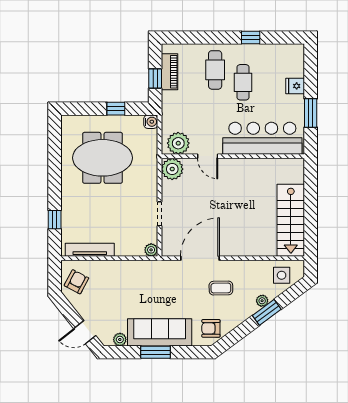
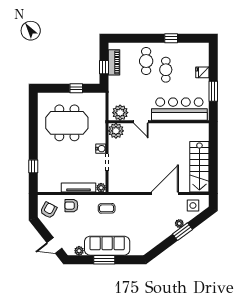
water cooler: (151, 122) -> (101, 149), moved
tv unit: (90, 250) -> (79, 188), moved
door: (200, 258) -> (165, 194), moved
coffee table: (221, 288) -> (107, 208), moved
armchair: (211, 328) -> (71, 206), moved

